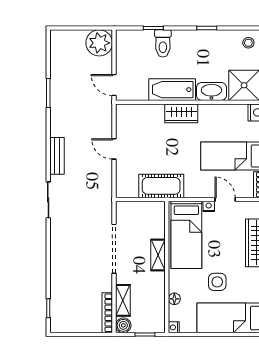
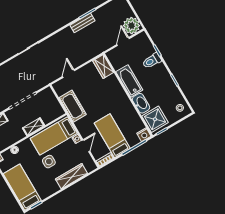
door: (114, 85) -> (123, 42), moved
wardrobe: (181, 113) -> (103, 67), moved
door: (114, 149) -> (68, 74), moved
bench: (57, 156) -> (82, 23), moved
side table: (217, 282) -> (49, 162), moved

